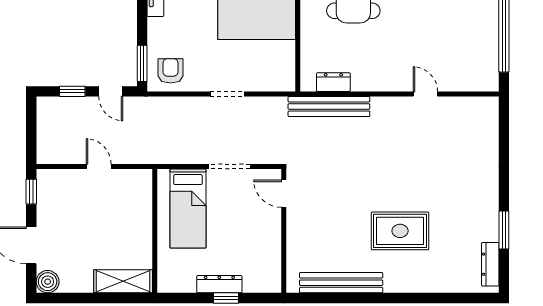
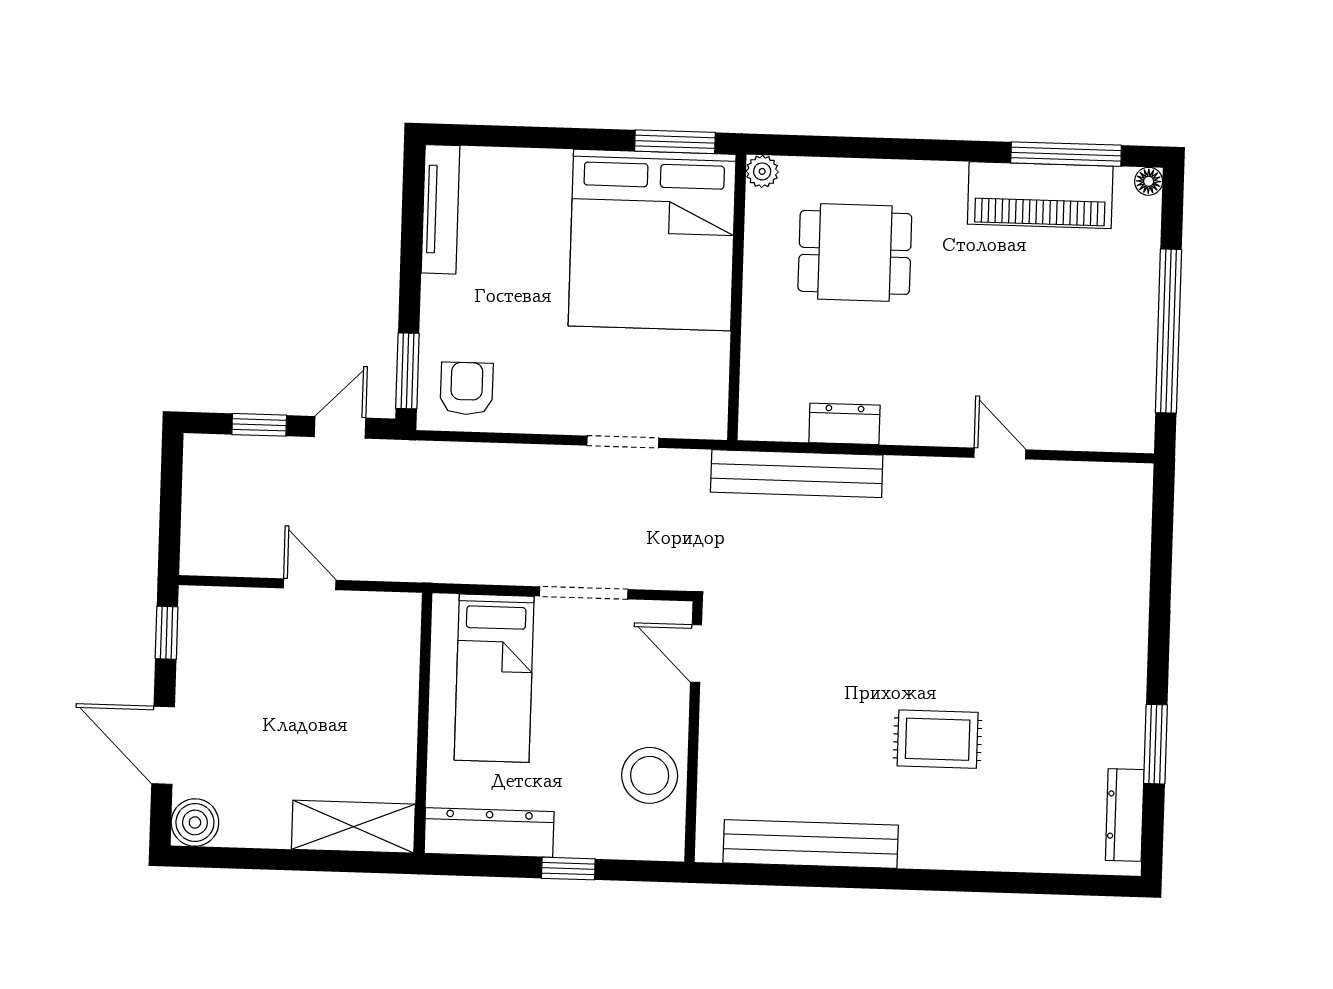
dresser: (333, 82) -> (844, 424), moved
door: (111, 91) -> (340, 427), swing flipped
doorway: (227, 94) -> (623, 442), moved
rug: (400, 231) -> (938, 739), width x0.73, depth x0.70
stool: (263, 252) -> (650, 775), added
dresser: (219, 284) -> (489, 833), moved, width x1.37, depth x1.24

